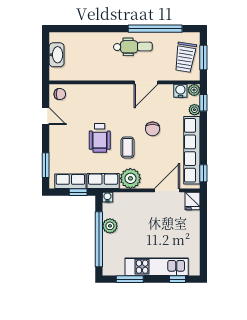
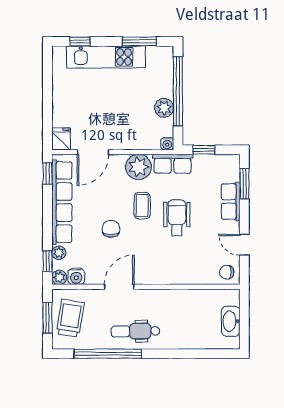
row of seats: (70, 181) -> (231, 201), moved, turned 90

